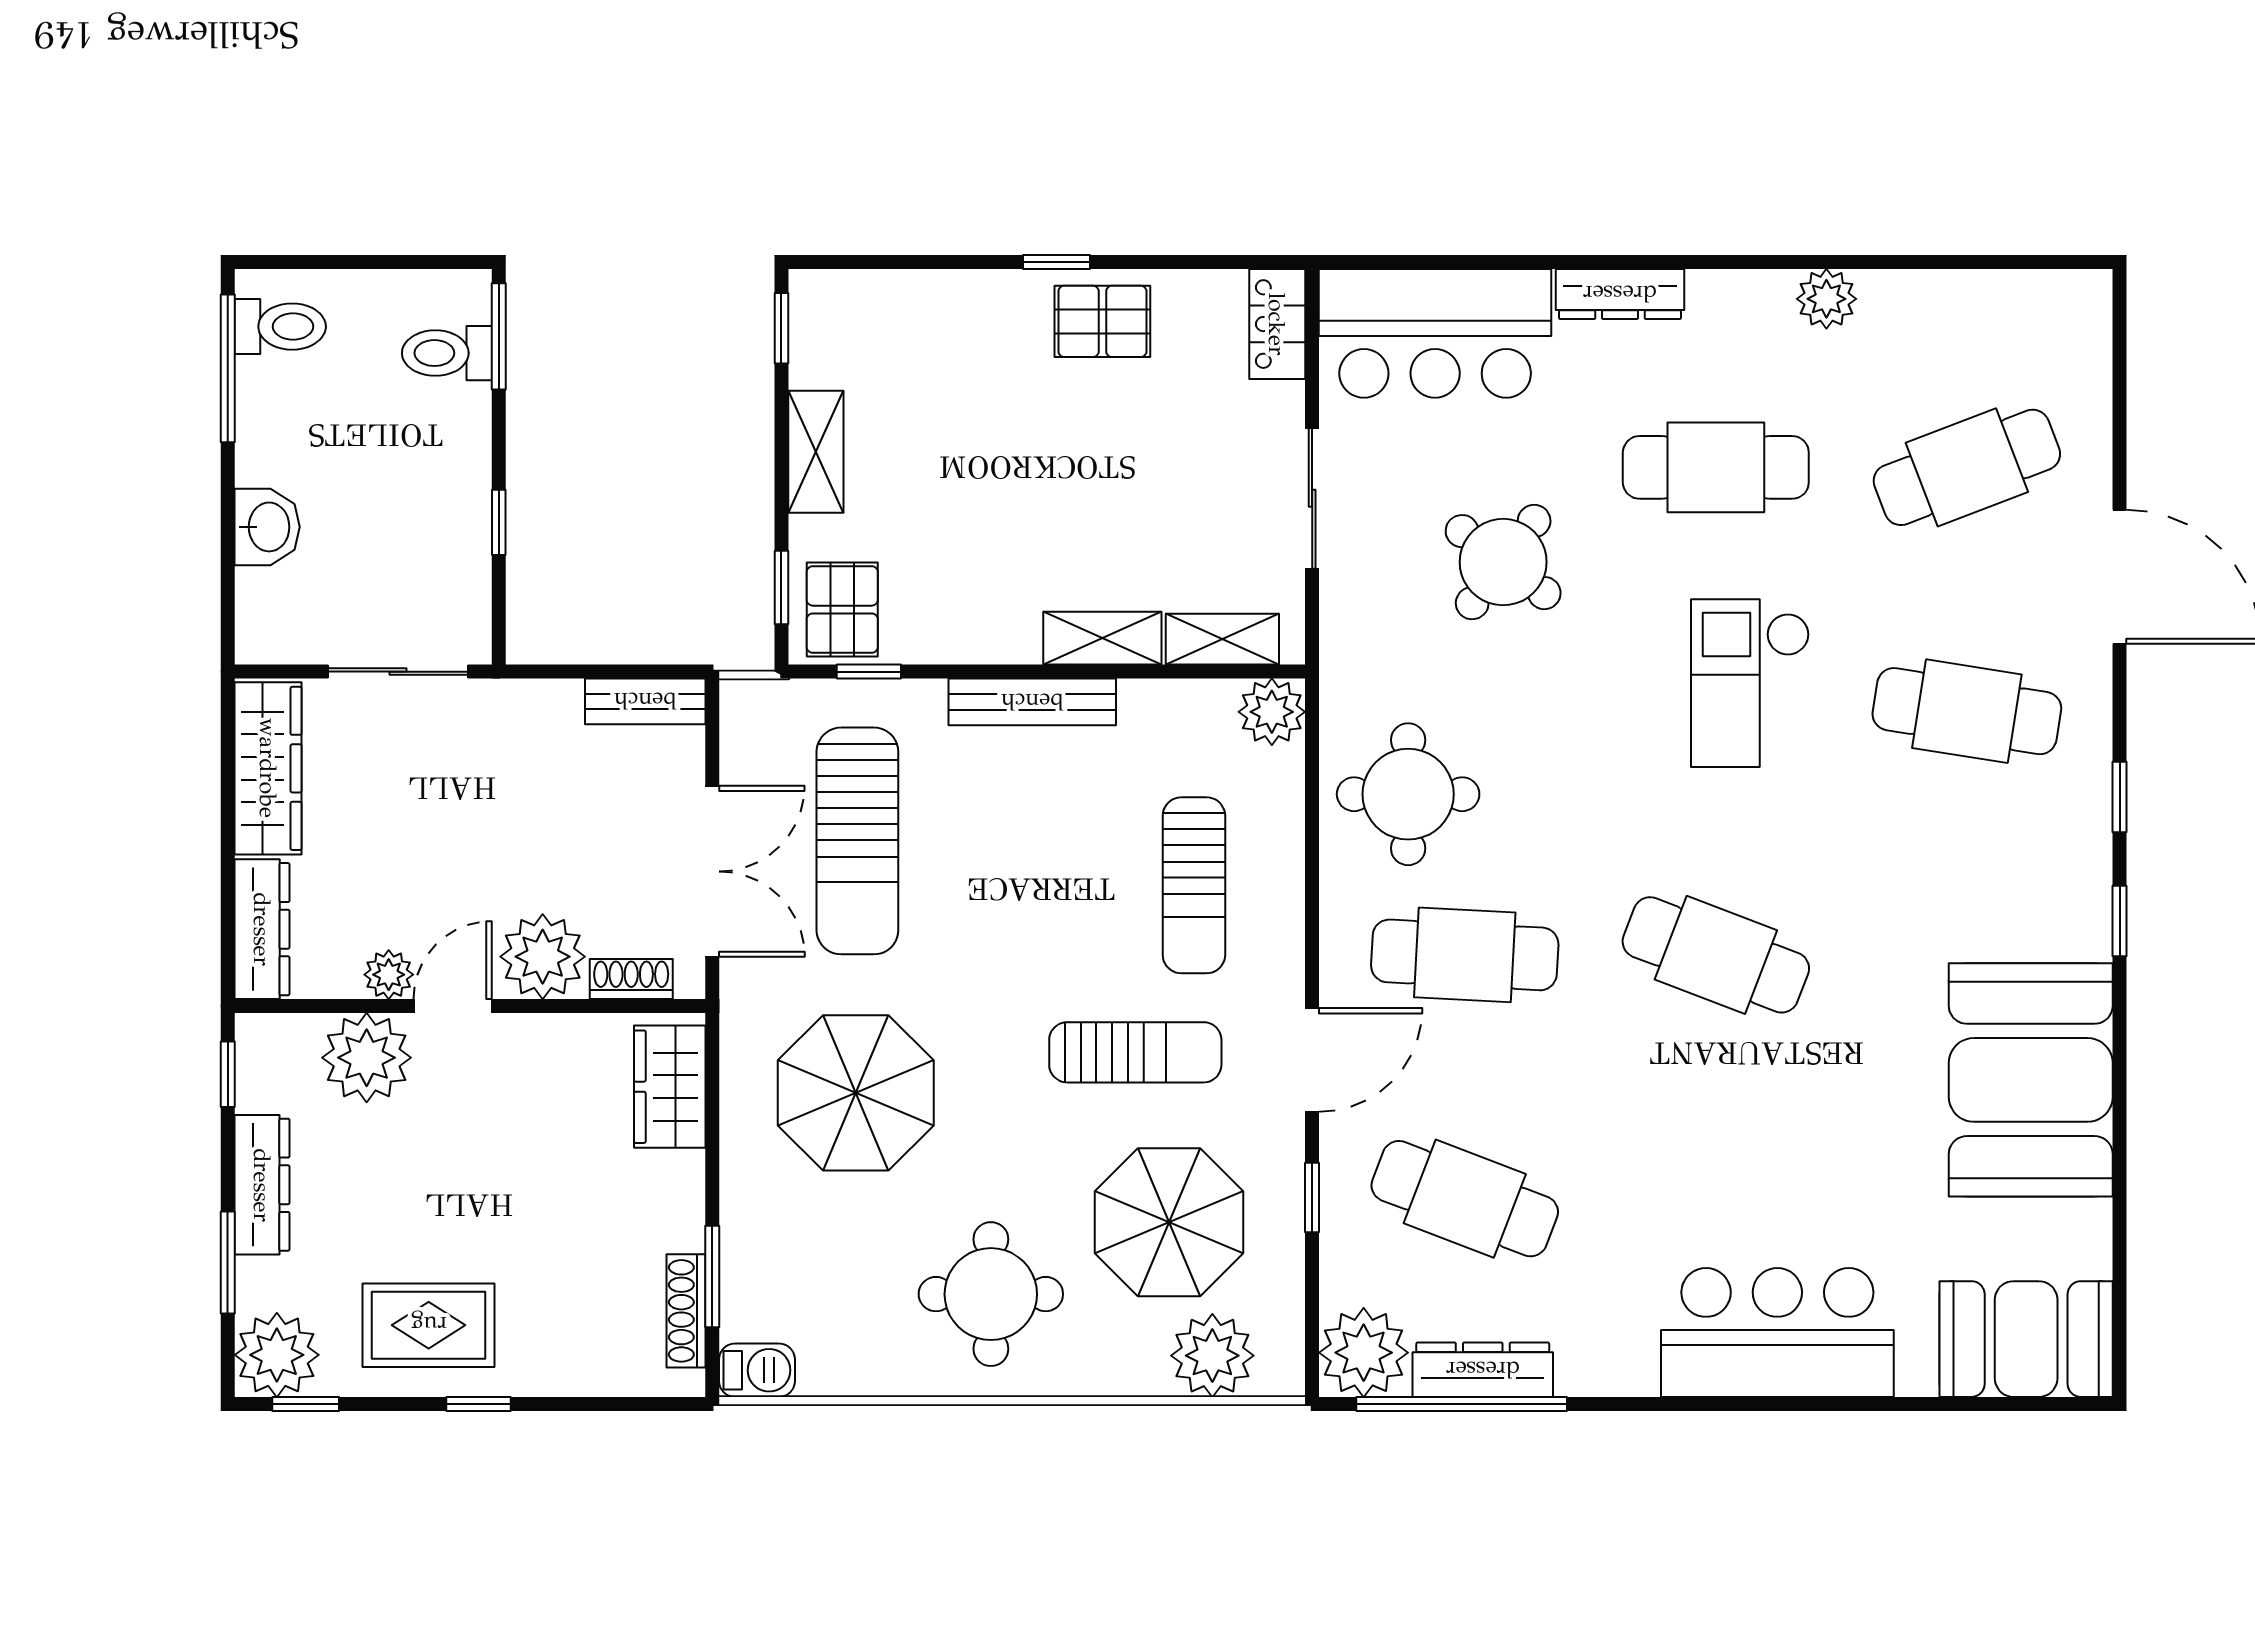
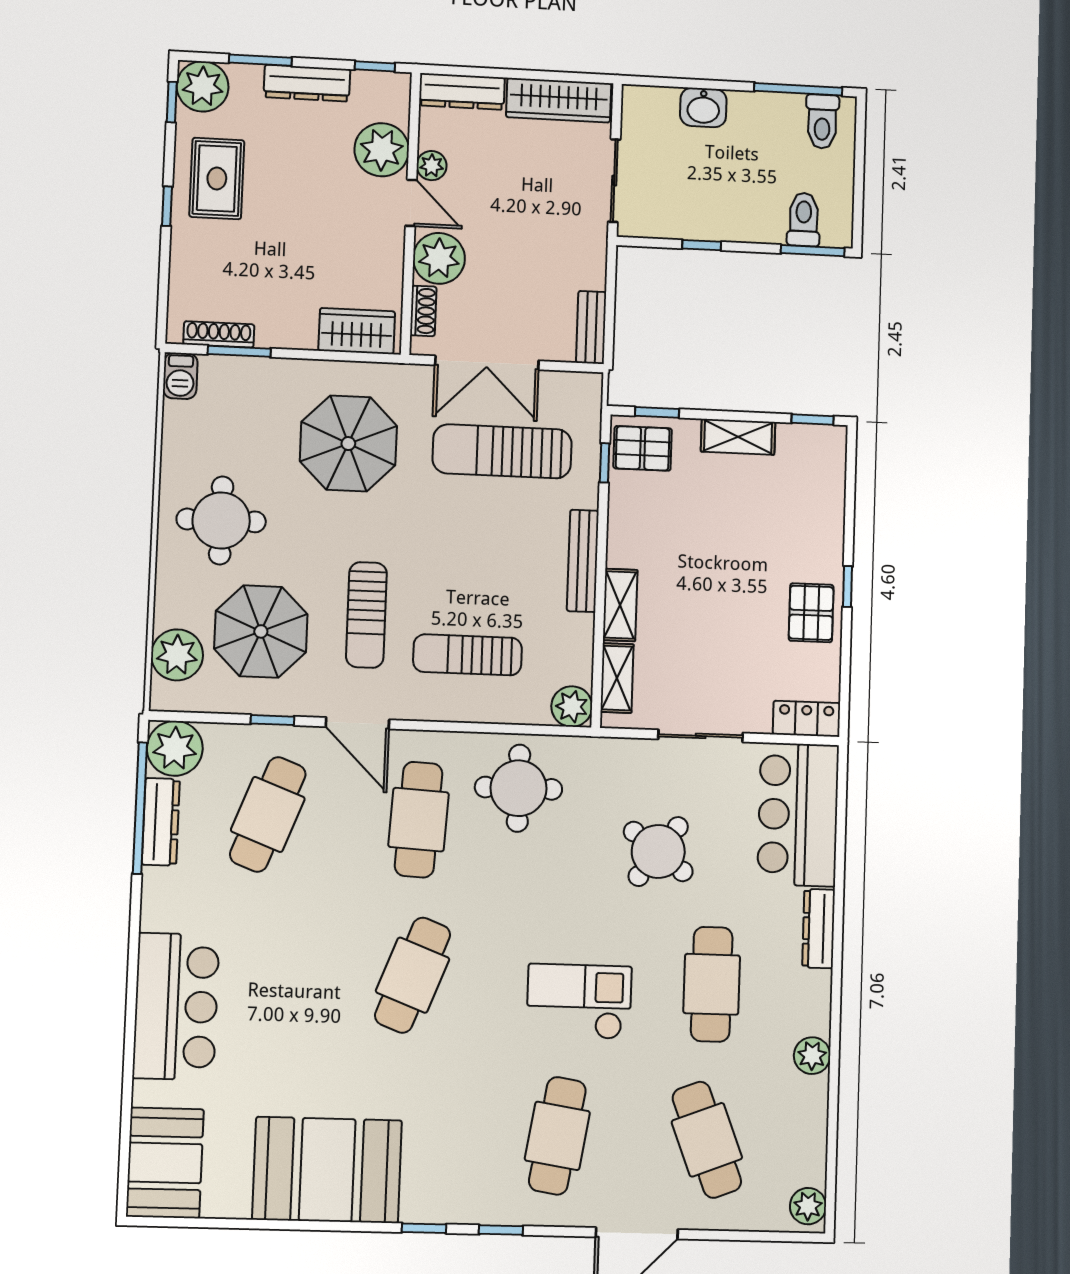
plant: (2069, 298) -> (808, 1206), added

